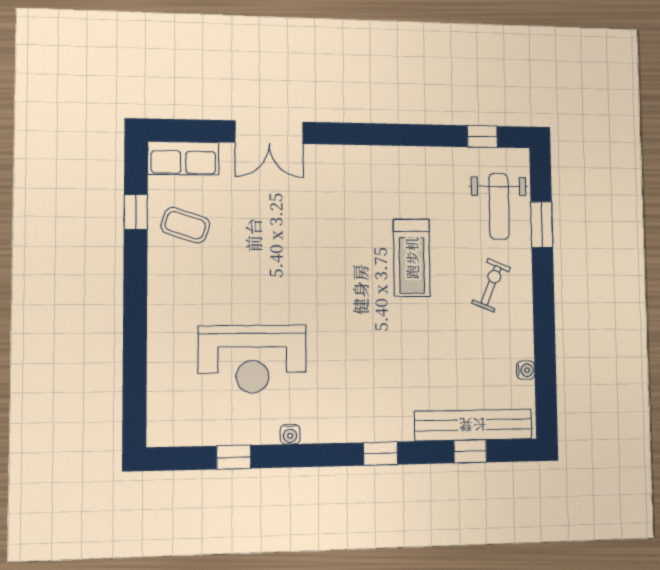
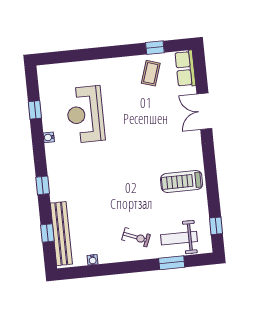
treadmill: (412, 258) -> (182, 181), moved

